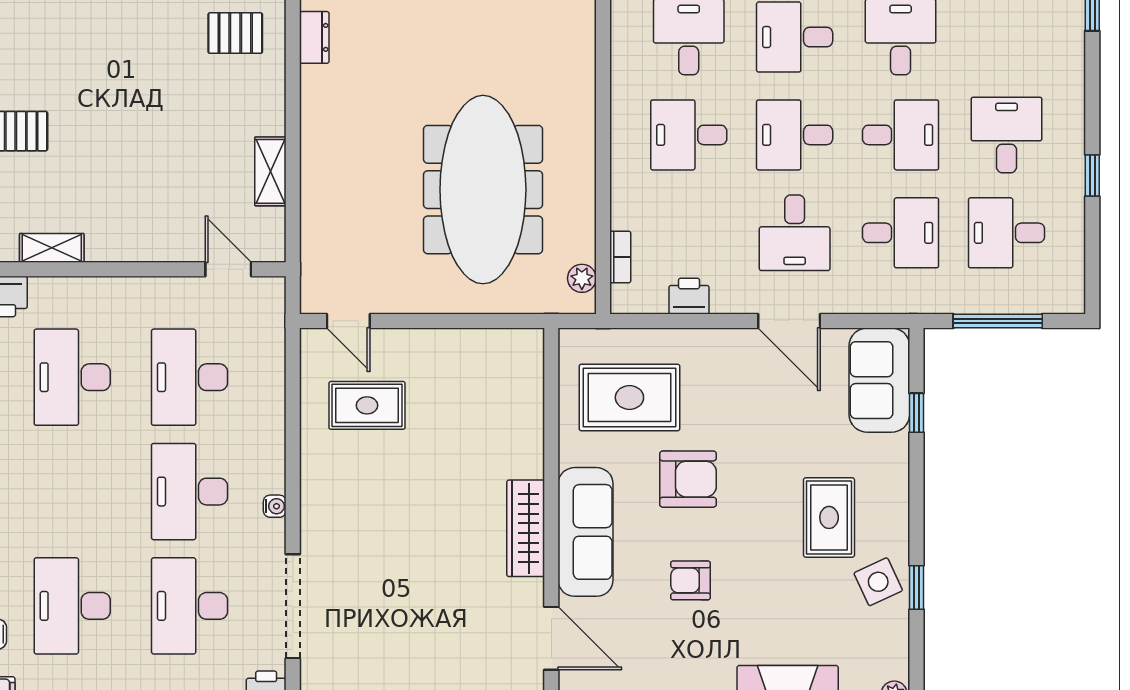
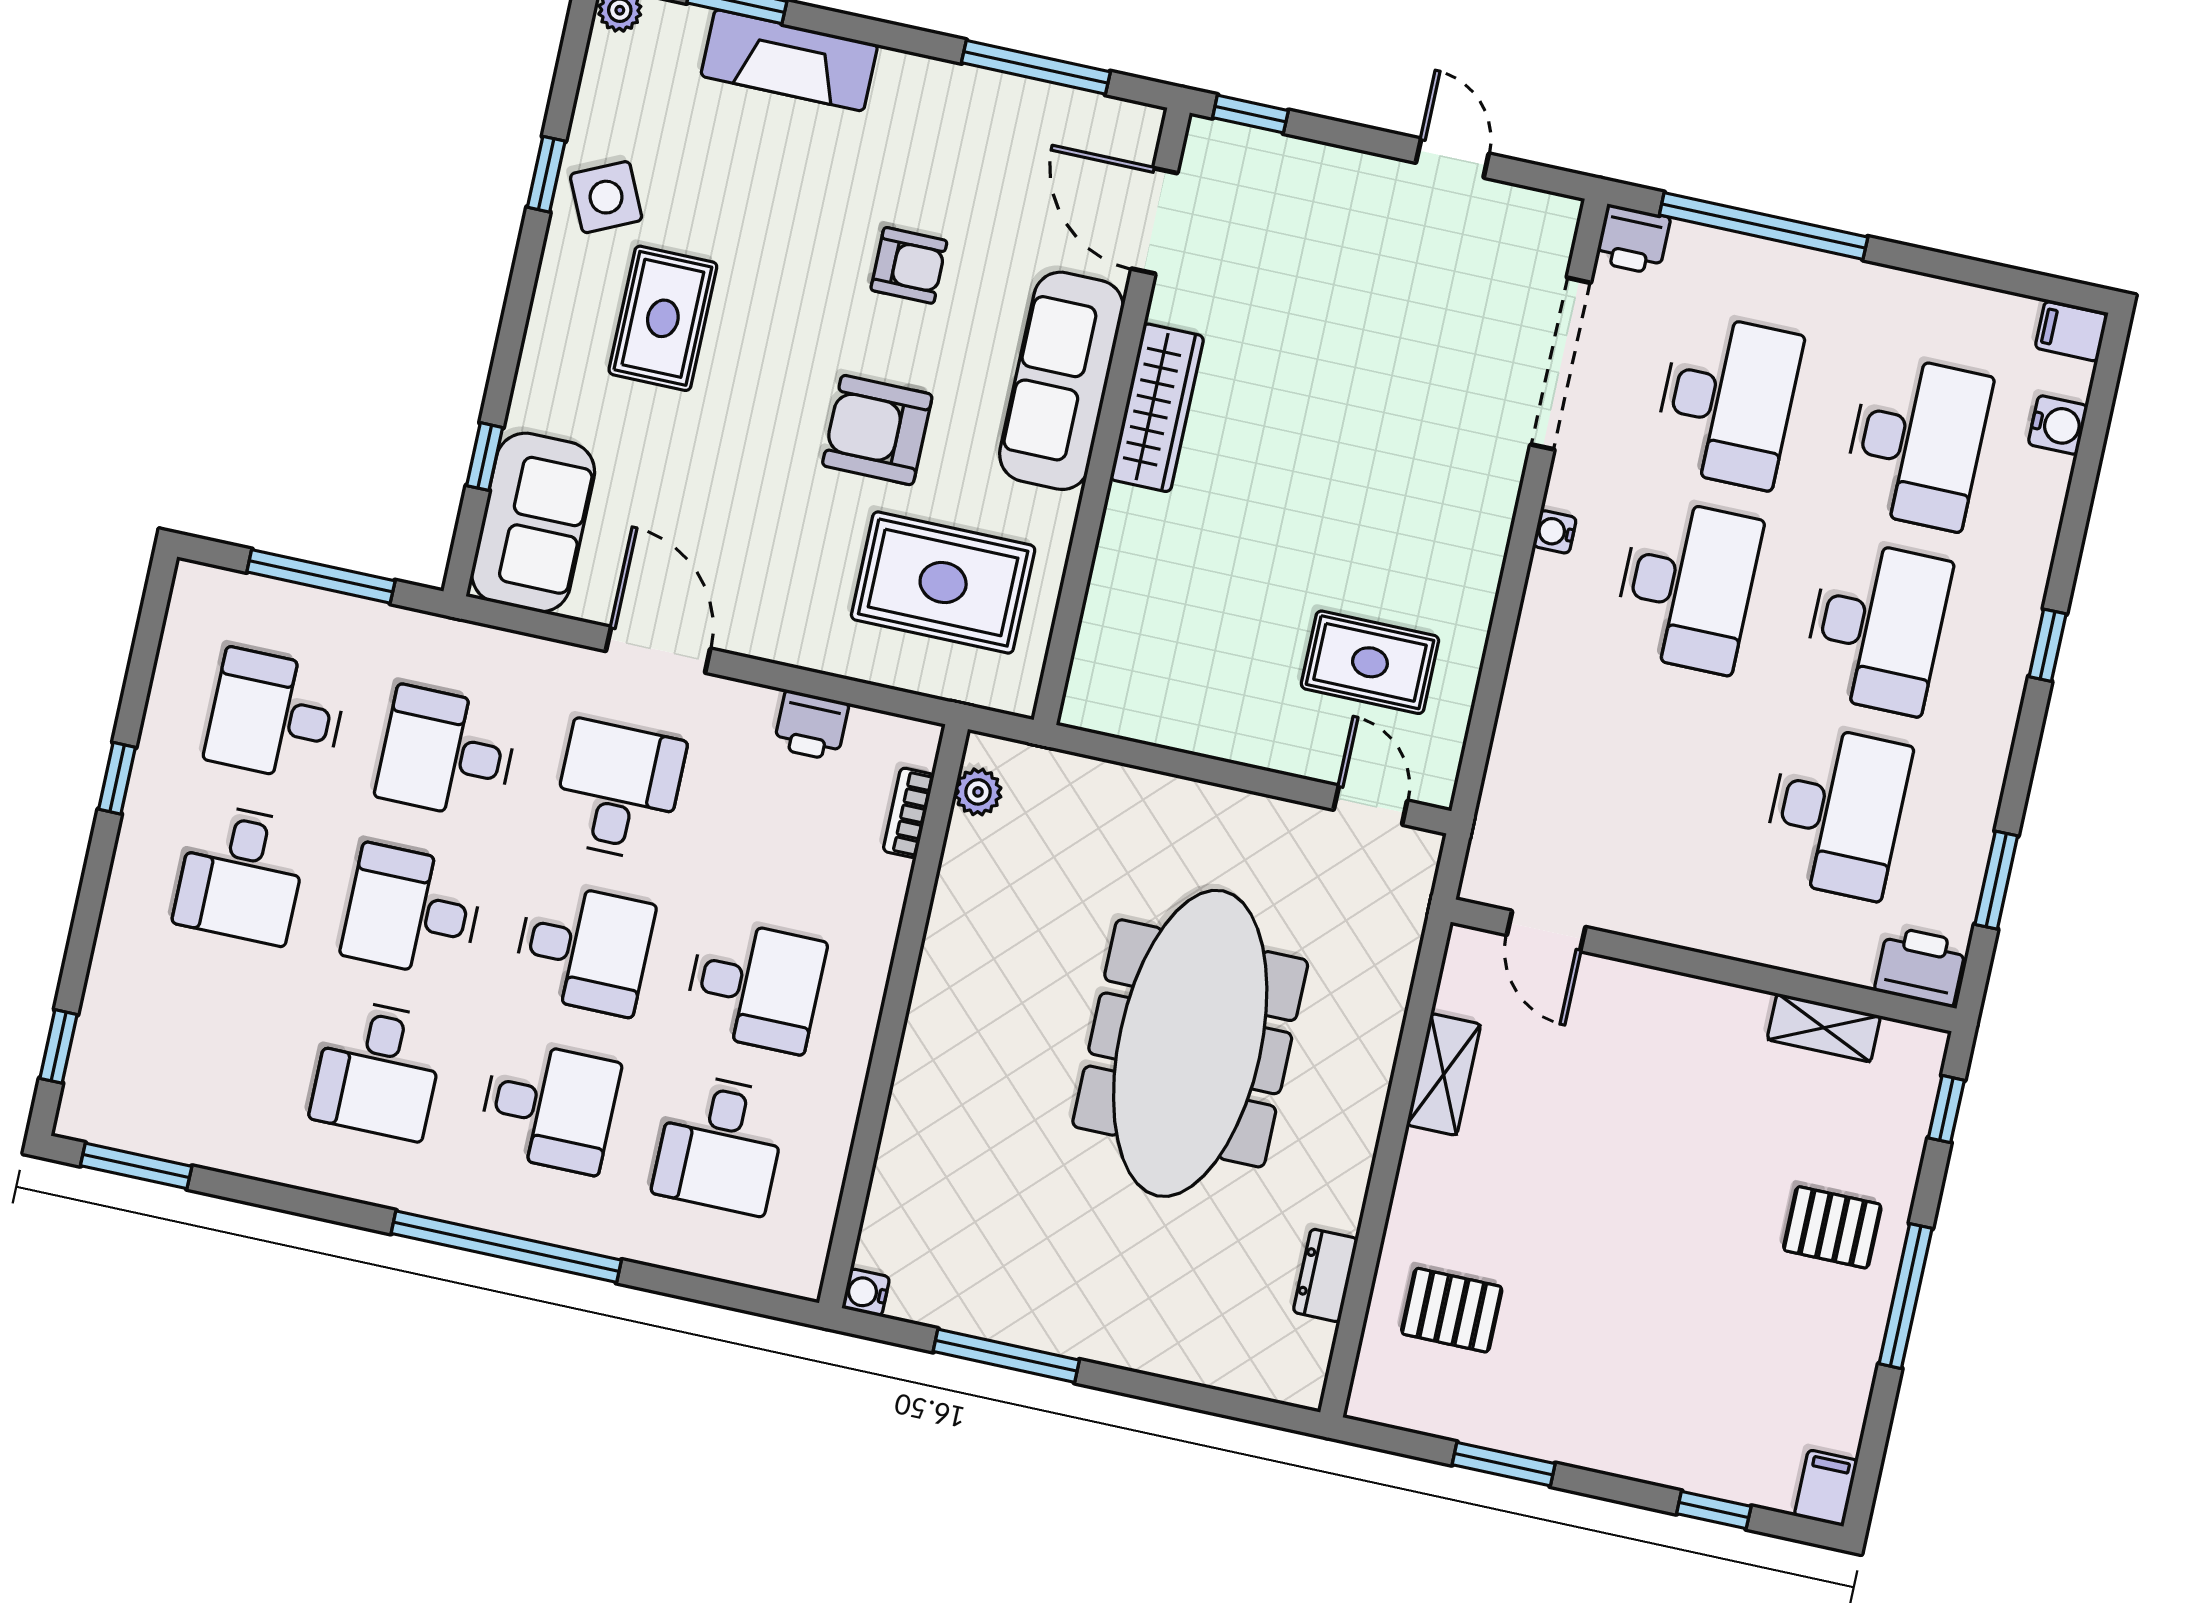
meeting table: (483, 190) -> (1190, 1043), moved
desk: (1006, 233) -> (276, 716), turned 180
desk: (190, 377) -> (1877, 627), moved

